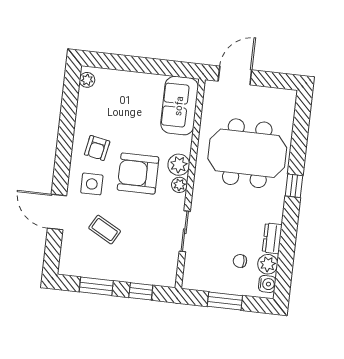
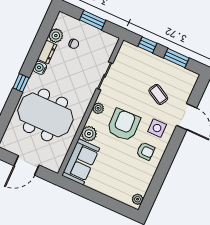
door: (235, 76) -> (26, 165), moved
armchair: (97, 148) -> (146, 151), turned 79
plant: (179, 165) -> (89, 134), moved
armchair: (138, 174) -> (124, 125), turned -92
water cooler: (267, 284) -> (40, 68), moved

